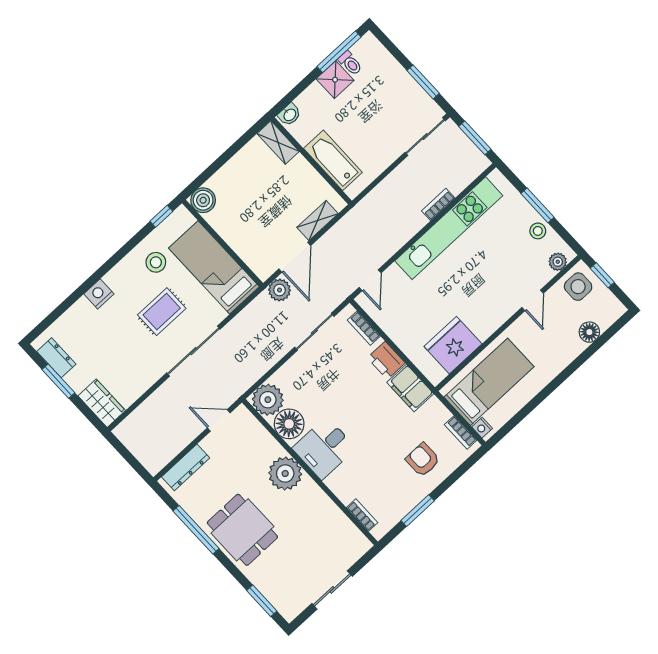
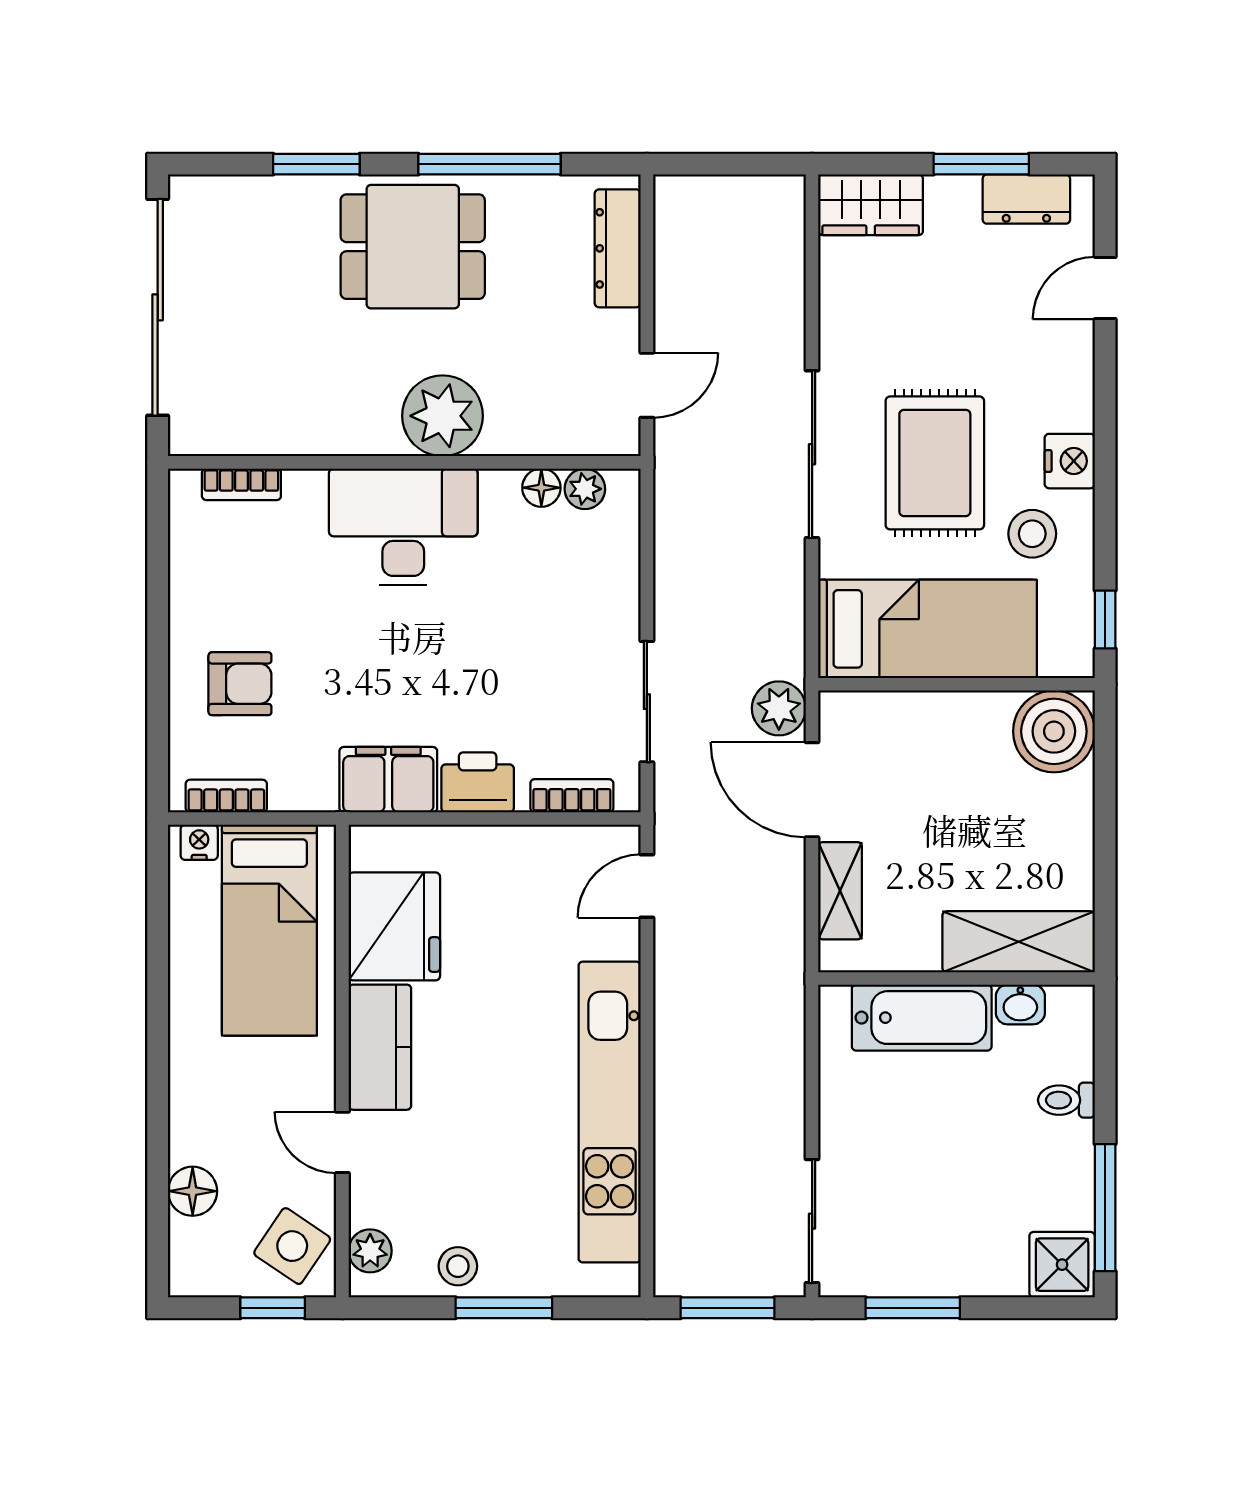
toilet: (350, 63) -> (1066, 1100), moved
shower: (335, 80) -> (1062, 1265), moved
washbasin: (290, 115) -> (1020, 1005), moved, turned -90
shelving: (278, 142) -> (1019, 942), width x1.50, depth x1.33
boiler: (203, 200) -> (1054, 731), width x1.37, depth x1.37
bookcase: (438, 204) -> (669, 1133), removed
door: (370, 280) -> (647, 886), hinge flipped
side table: (578, 287) -> (292, 1246), turned 34
nightstand: (99, 294) -> (1070, 461), moved
door: (61, 309) -> (1105, 288), added
rug: (162, 312) -> (935, 463), width x1.36, depth x1.43
kitchen counter: (493, 316) -> (380, 1047), added
plant: (268, 400) -> (585, 489), width x0.53, depth x0.53
floor lamp: (289, 424) -> (541, 488), width x0.53, depth x0.53
desk: (324, 448) -> (403, 527), width x1.37
window: (418, 511) -> (158, 590), removed
sliding door: (332, 590) -> (158, 307), width x1.86
window: (262, 601) -> (316, 164), moved

